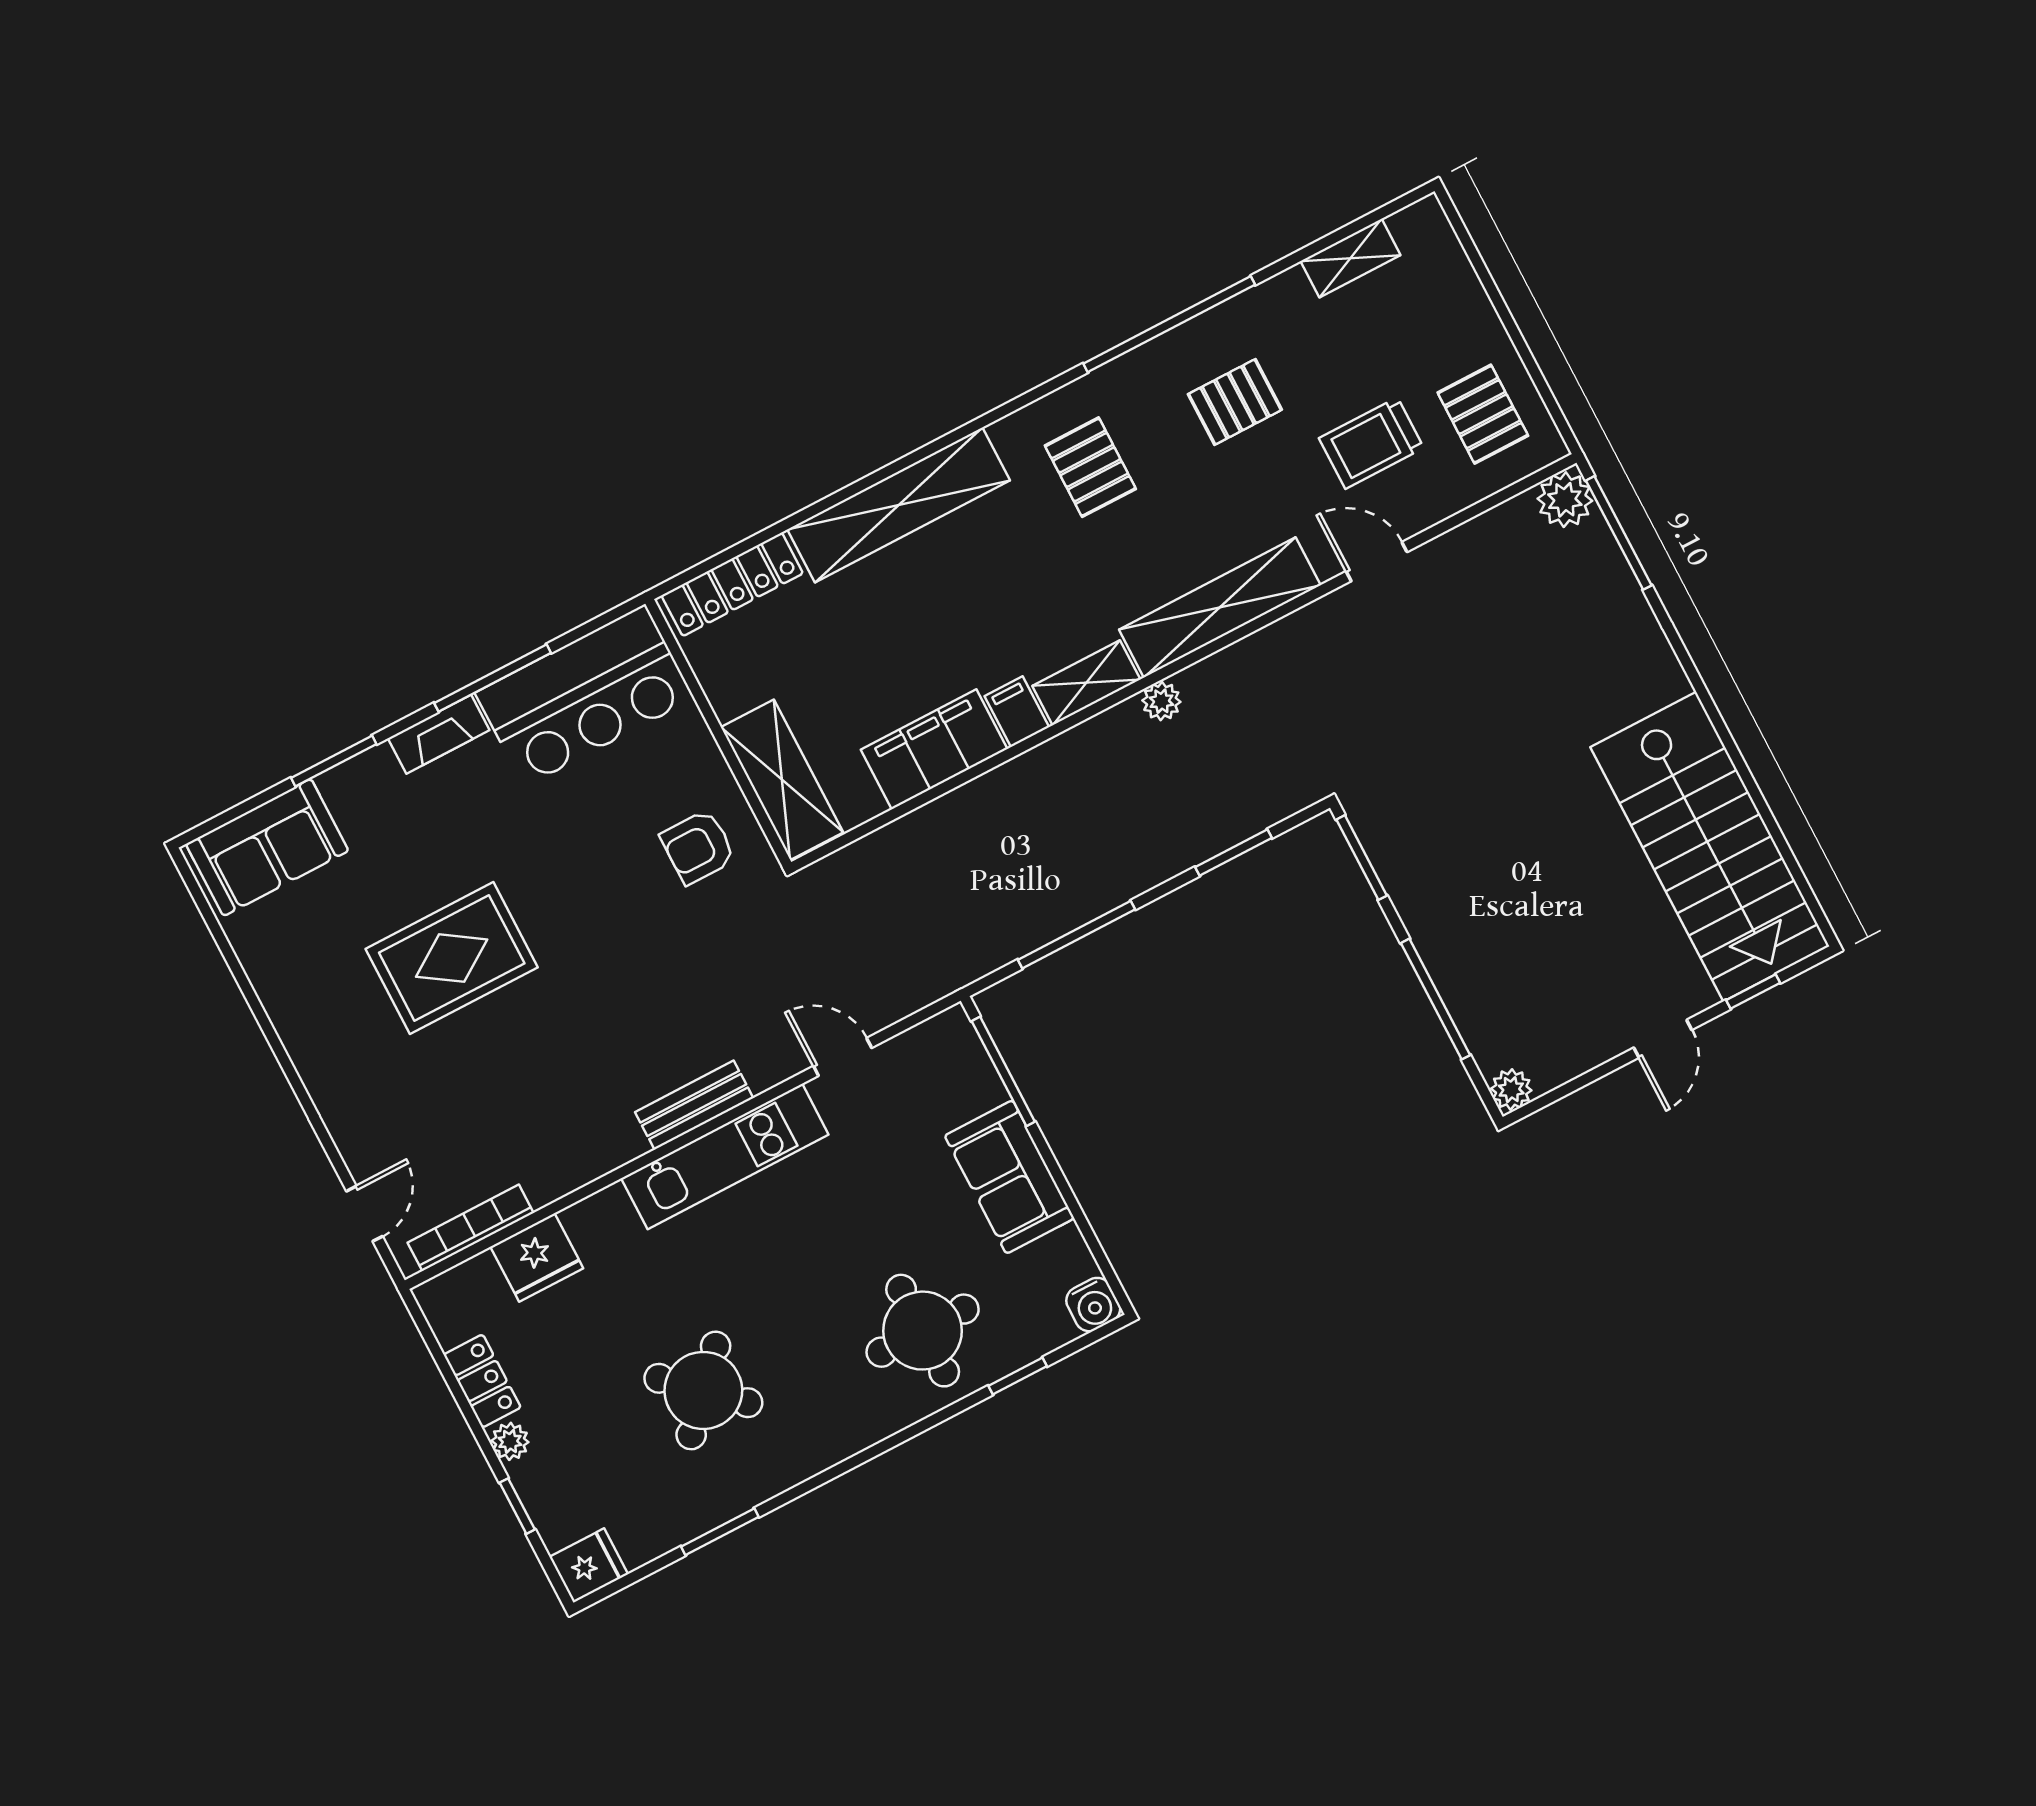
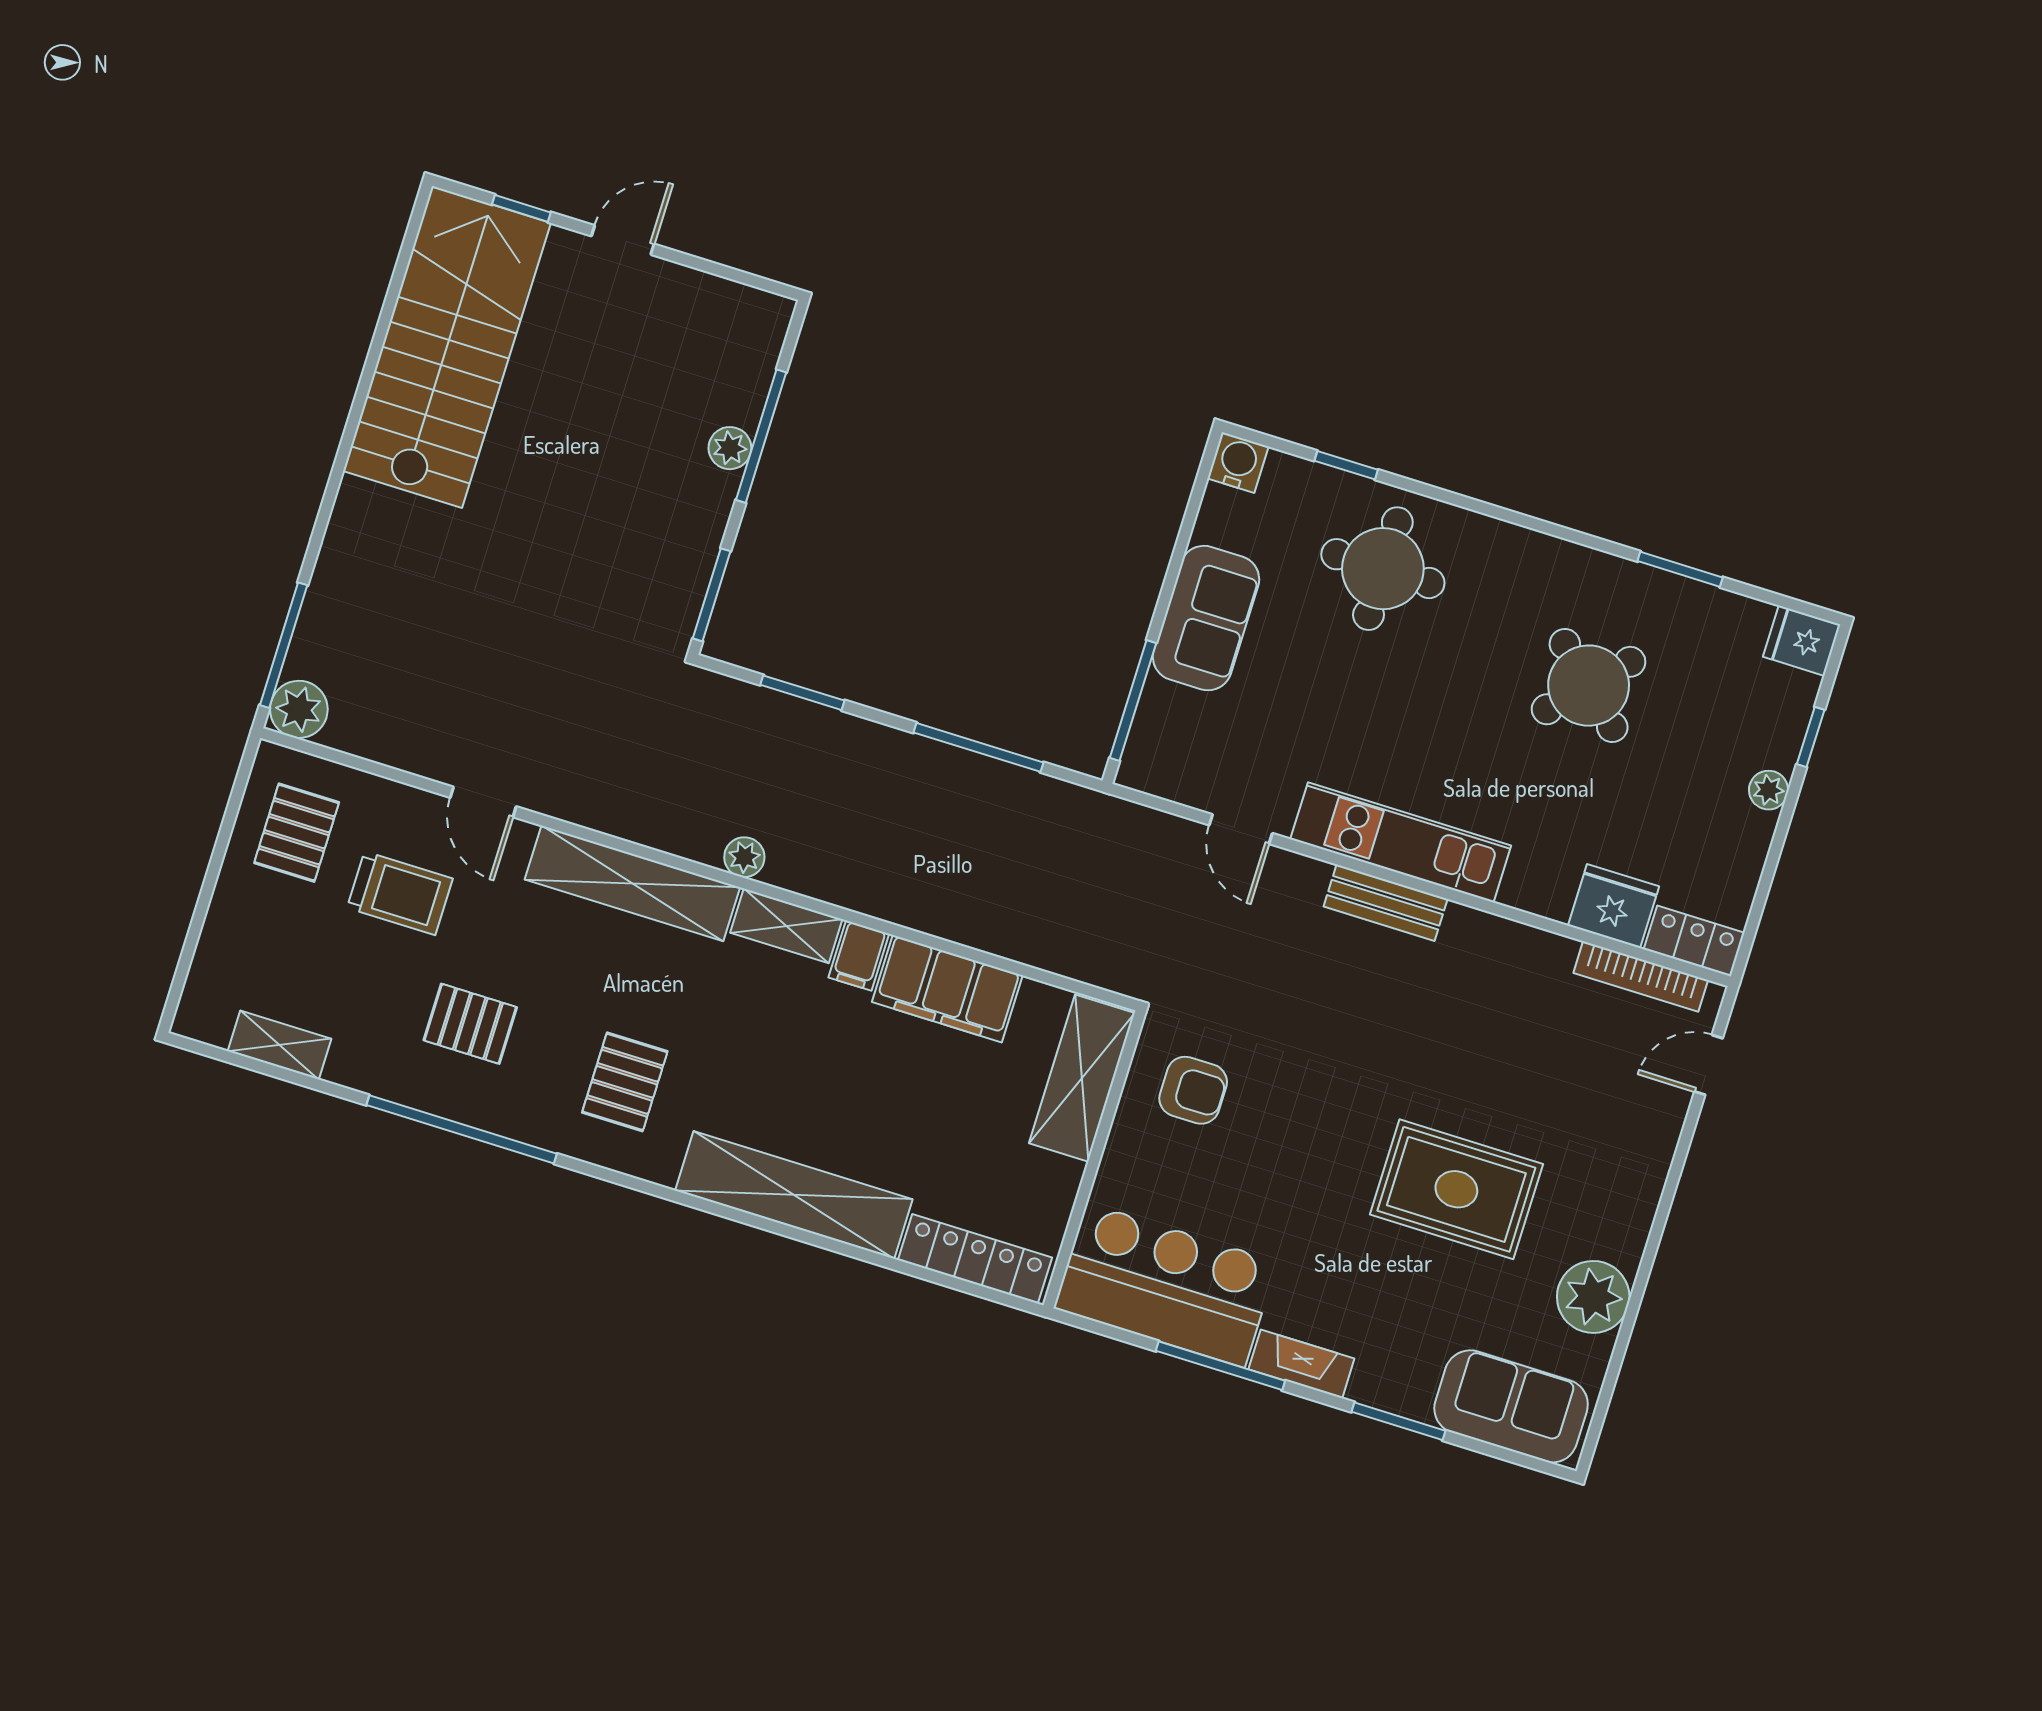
plant: (286, 978) -> (1593, 1297), added
plant: (1511, 1090) -> (730, 448), moved
locker: (482, 1381) -> (1694, 941), moved, turned 90

